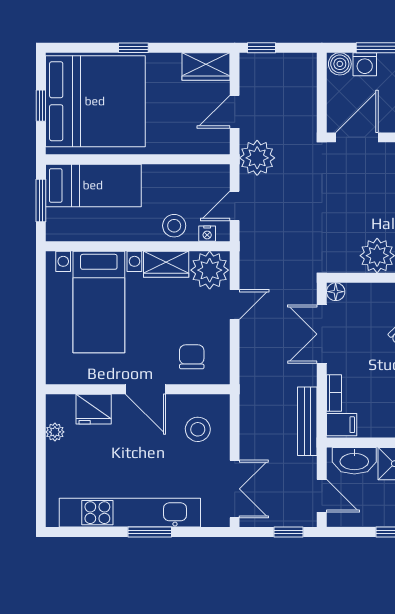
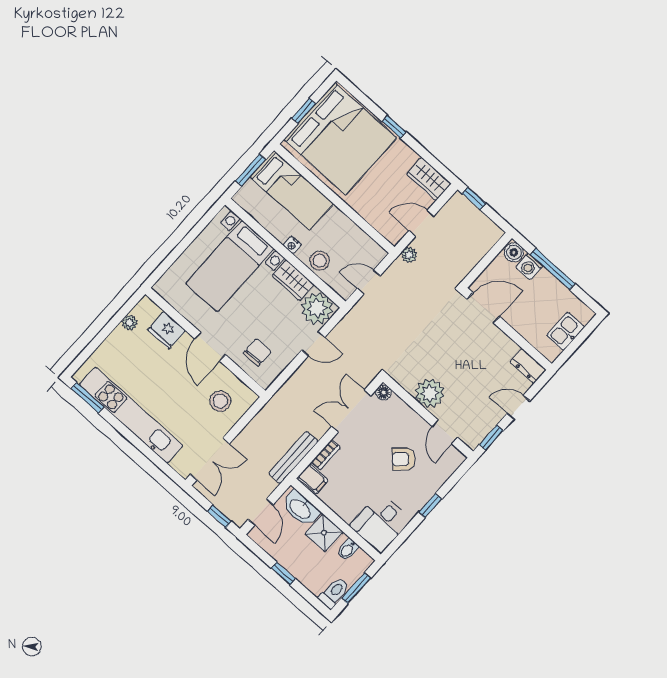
plant: (257, 158) -> (409, 255), width x0.53, depth x0.53
nightstand: (207, 234) -> (292, 245), moved
window: (150, 532) -> (87, 398), moved

